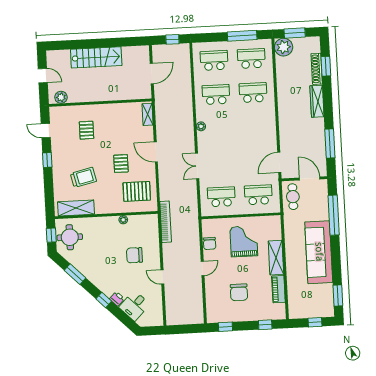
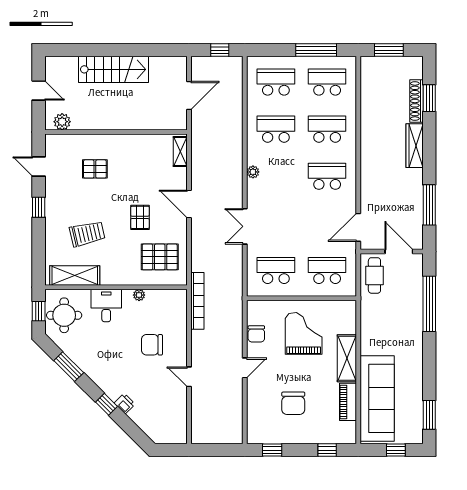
plant: (284, 47) -> (372, 69), removed
school desk: (255, 127) -> (327, 176), added
pallet: (86, 130) -> (95, 169), turned 90
sofa: (319, 252) -> (377, 398), moved, turned 180
desk: (134, 306) -> (106, 305), moved, turned 135

